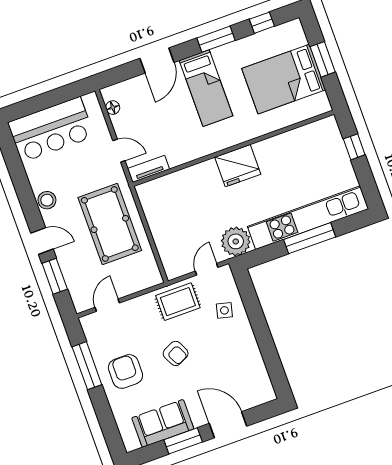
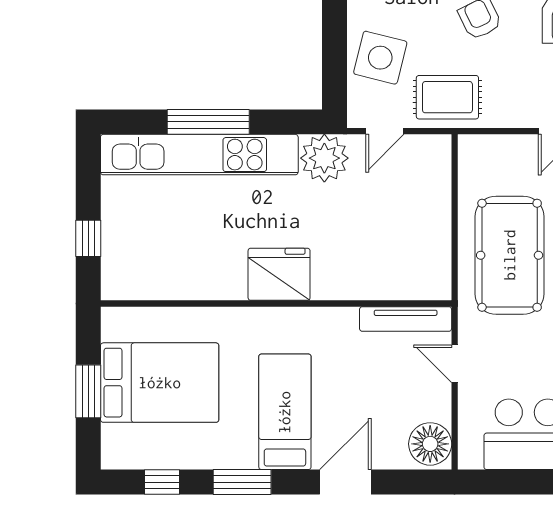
floor lamp: (113, 108) -> (430, 444), width x1.89, depth x1.89
tv unit: (148, 169) -> (406, 319), width x1.41
side table: (224, 310) -> (380, 58), width x1.87, depth x1.87

